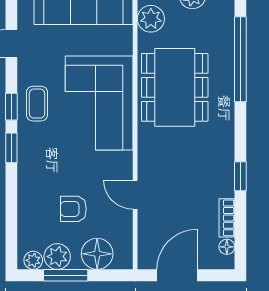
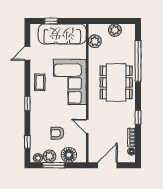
dining table: (175, 87) -> (116, 82), moved
window: (11, 107) -> (27, 142), moved

